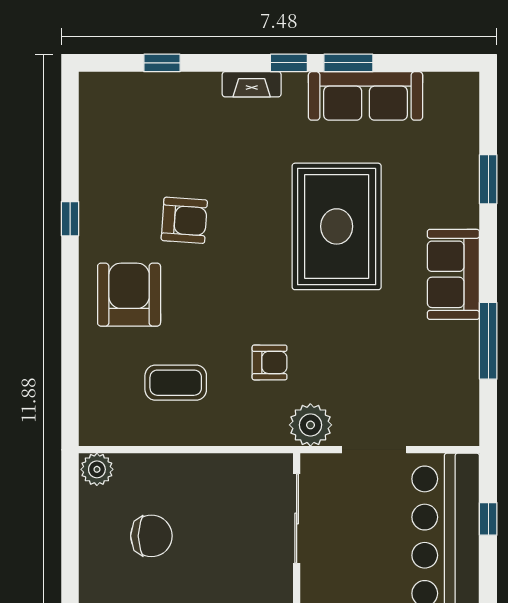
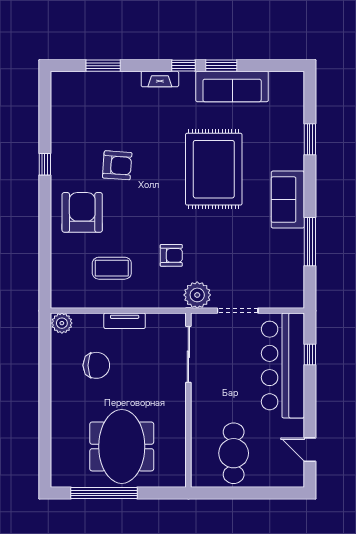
window: (162, 63) -> (103, 66), width x1.50
tv unit: (196, 466) -> (125, 321), added

